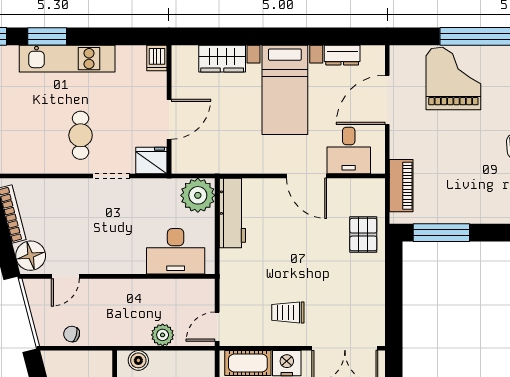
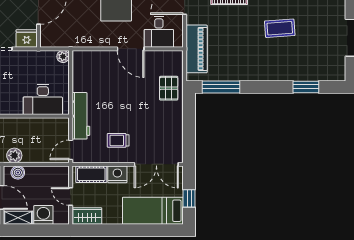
piano: (401, 186) -> (197, 49), width x1.37, depth x1.33
plant: (198, 195) -> (63, 57), width x0.53, depth x0.53
workbench: (232, 213) -> (81, 116), moved
plant: (163, 335) -> (14, 155), moved

